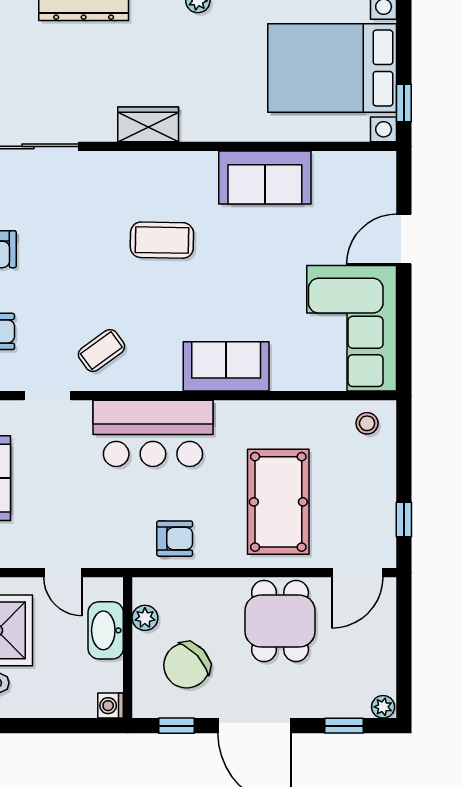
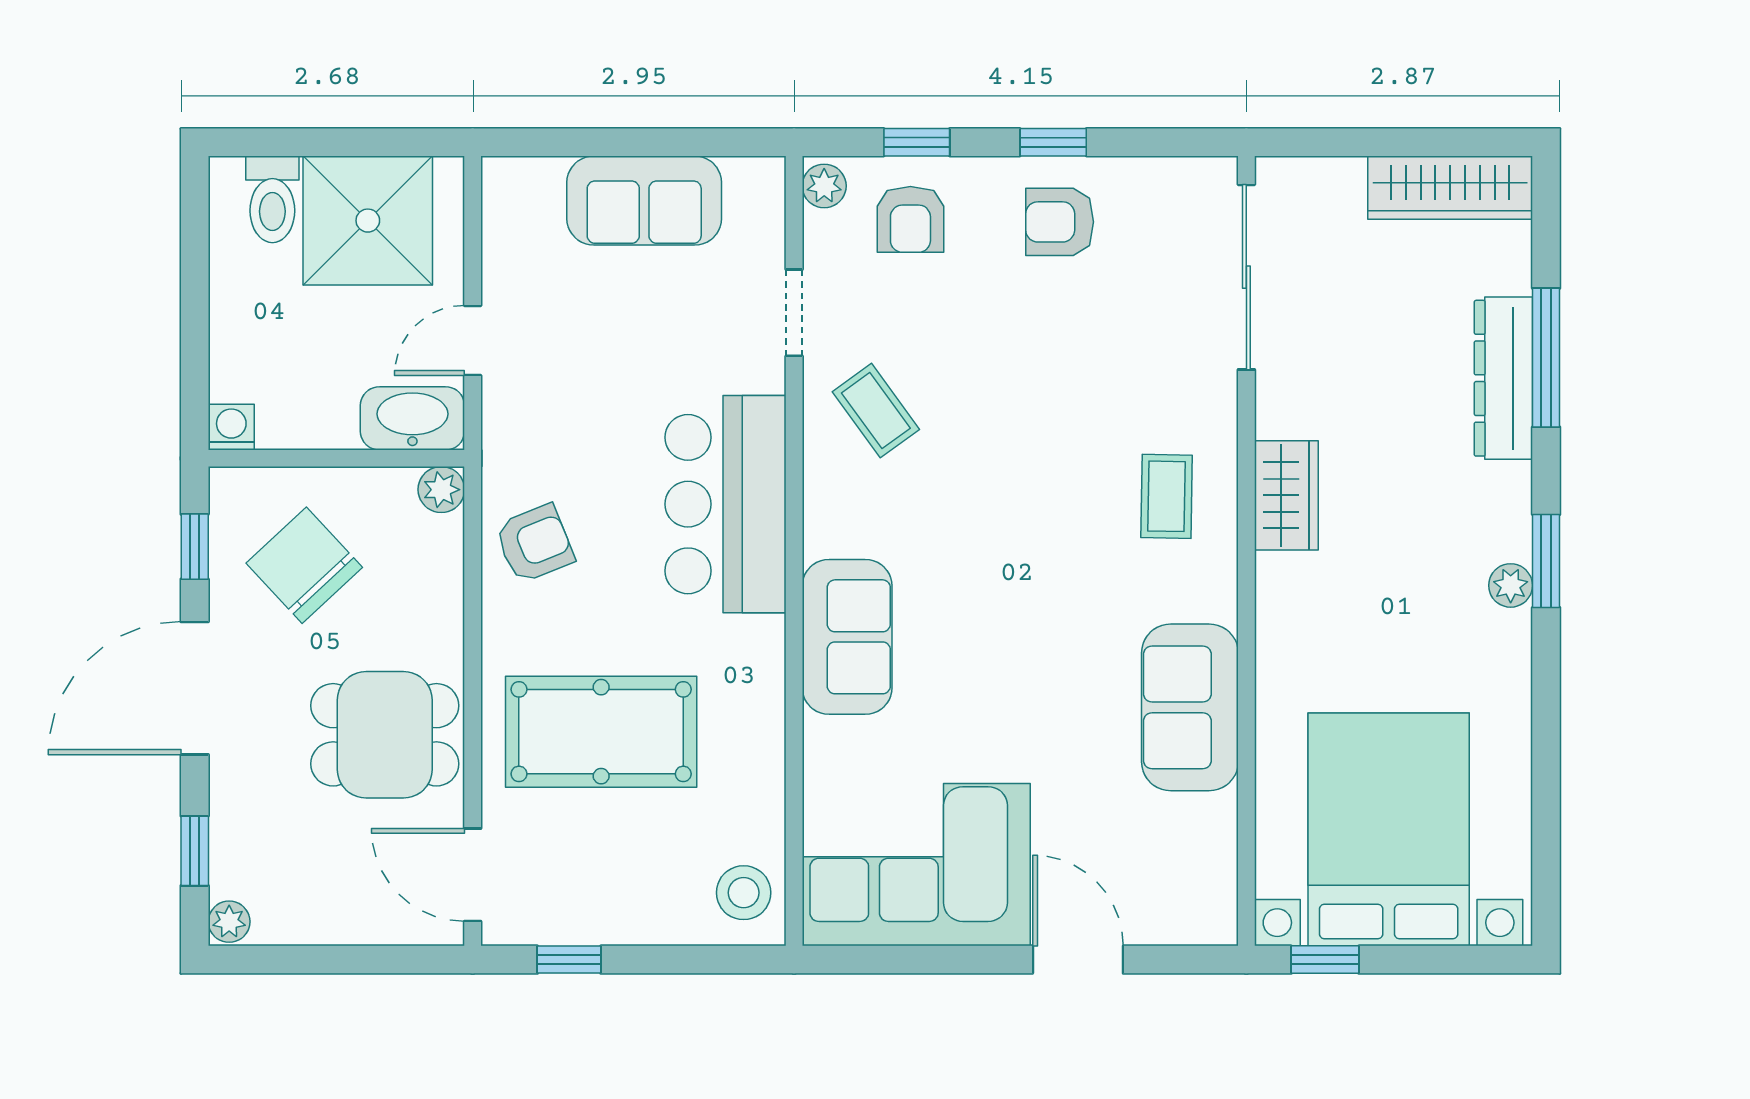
coffee table: (162, 240) -> (1167, 496), moved, width x0.73, depth x0.77
stool: (367, 423) -> (744, 893), width x1.37, depth x1.37
armchair: (175, 539) -> (535, 544), turned -112
plant: (145, 618) -> (441, 490), moved
washbasin: (106, 630) -> (412, 418), moved

